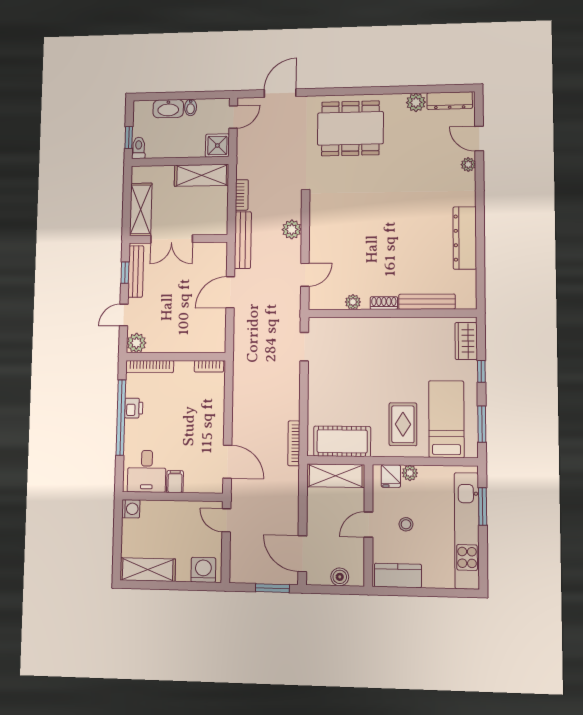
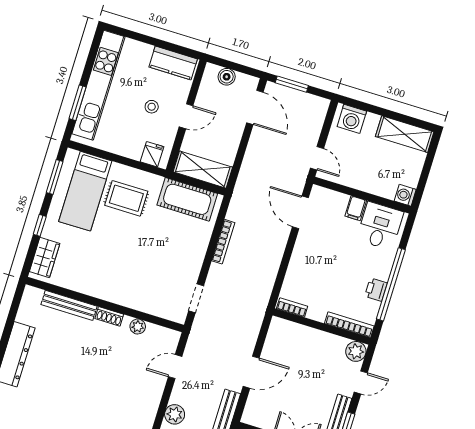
rug: (403, 424) -> (126, 198), turned 90
bookcase: (294, 443) -> (223, 242), moved
plant: (410, 473) -> (134, 152), removed

